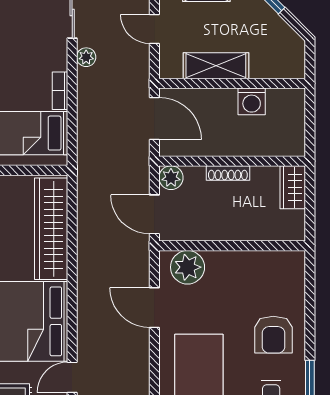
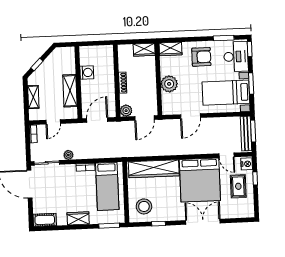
wardrobe: (293, 187) -> (144, 50), moved
plant: (188, 267) -> (169, 84), moved
wardrobe: (292, 273) -> (170, 49), added

